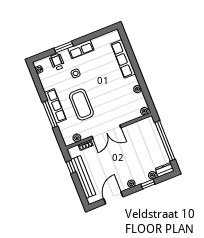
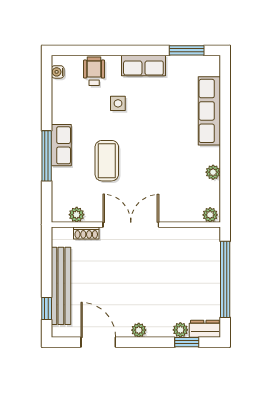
window: (64, 47) -> (187, 50), moved
coffee table: (81, 105) -> (107, 161), width x0.73, depth x0.76
row of seats: (55, 106) -> (61, 145), width x0.68
double door: (106, 132) -> (131, 225), swing flipped
window: (71, 167) -> (47, 309), moved
window: (148, 184) -> (187, 342), moved
door: (113, 198) -> (98, 342), hinge flipped

